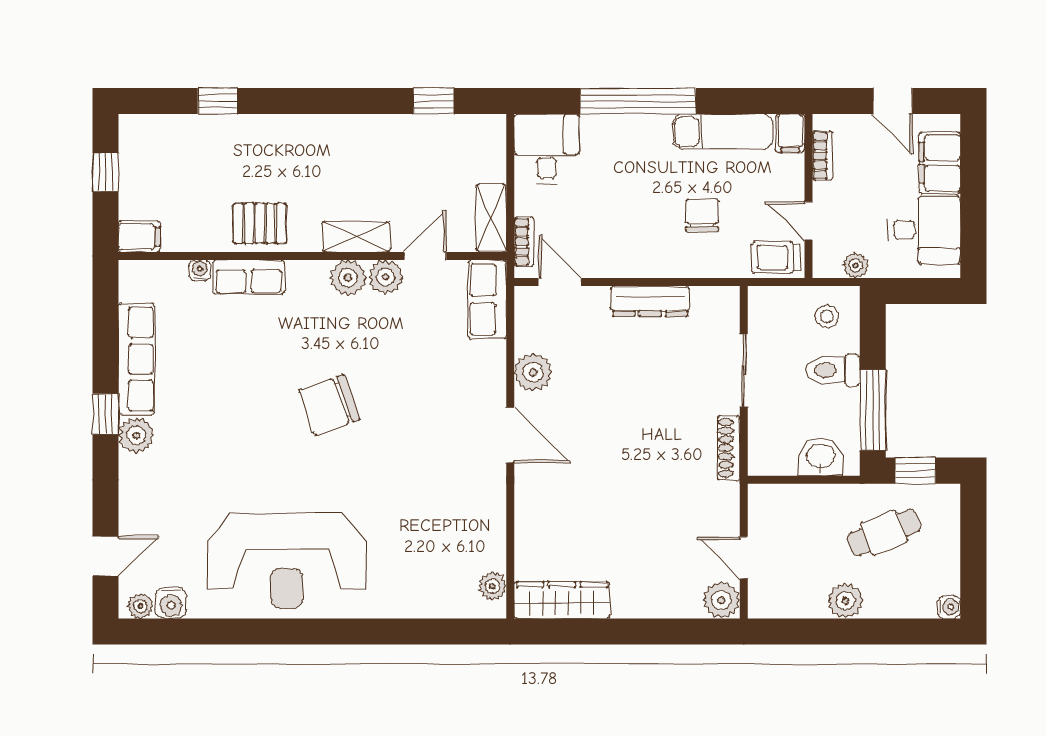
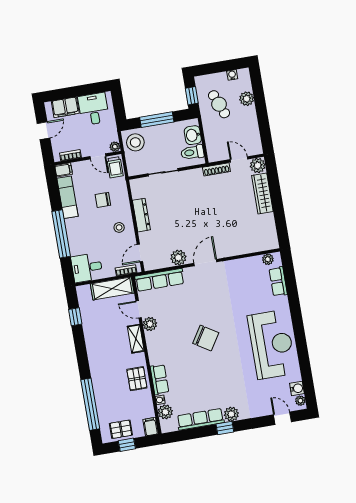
window: (218, 101) -> (90, 404), width x3.17
pallet: (145, 164) -> (121, 429), added
shelving: (491, 218) -> (112, 288), width x1.50, depth x1.33
door: (809, 221) -> (98, 156), hinge flipped
stool: (630, 243) -> (119, 227), added
plant: (856, 266) -> (115, 147), moved
plant: (348, 278) -> (165, 412), moved
row of seats: (487, 299) -> (160, 280), width x1.48
stool: (827, 316) -> (135, 142), width x1.89, depth x1.89
toilet: (833, 370) -> (192, 152), moved, turned 90
chair: (329, 405) -> (206, 338), turned -39
window: (873, 410) -> (157, 120), moved
shoe rack: (729, 448) -> (216, 169), moved
door: (744, 558) -> (239, 159), swing flipped
wardrobe: (562, 600) -> (262, 193), moved
plant: (845, 601) -> (247, 99), moved
row of seats: (435, 602) -> (278, 281), added
water cooler: (949, 607) -> (232, 75), moved

